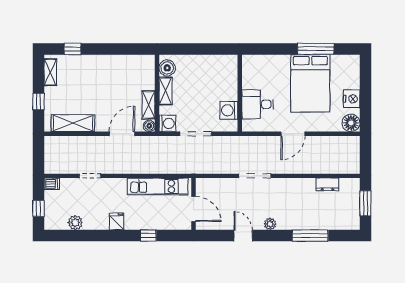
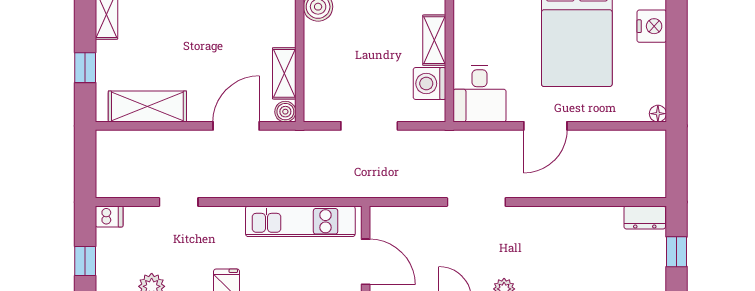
shelving: (165, 91) -> (434, 40), moved
nightstand: (352, 99) -> (652, 26), moved
desk: (258, 104) -> (480, 94), moved, turned -90
washing machine: (167, 123) -> (318, 107), removed
floor lamp: (351, 123) -> (658, 114), width x0.53, depth x0.53
dresser: (327, 184) -> (645, 217), moved
window: (365, 203) -> (677, 252), width x0.67

